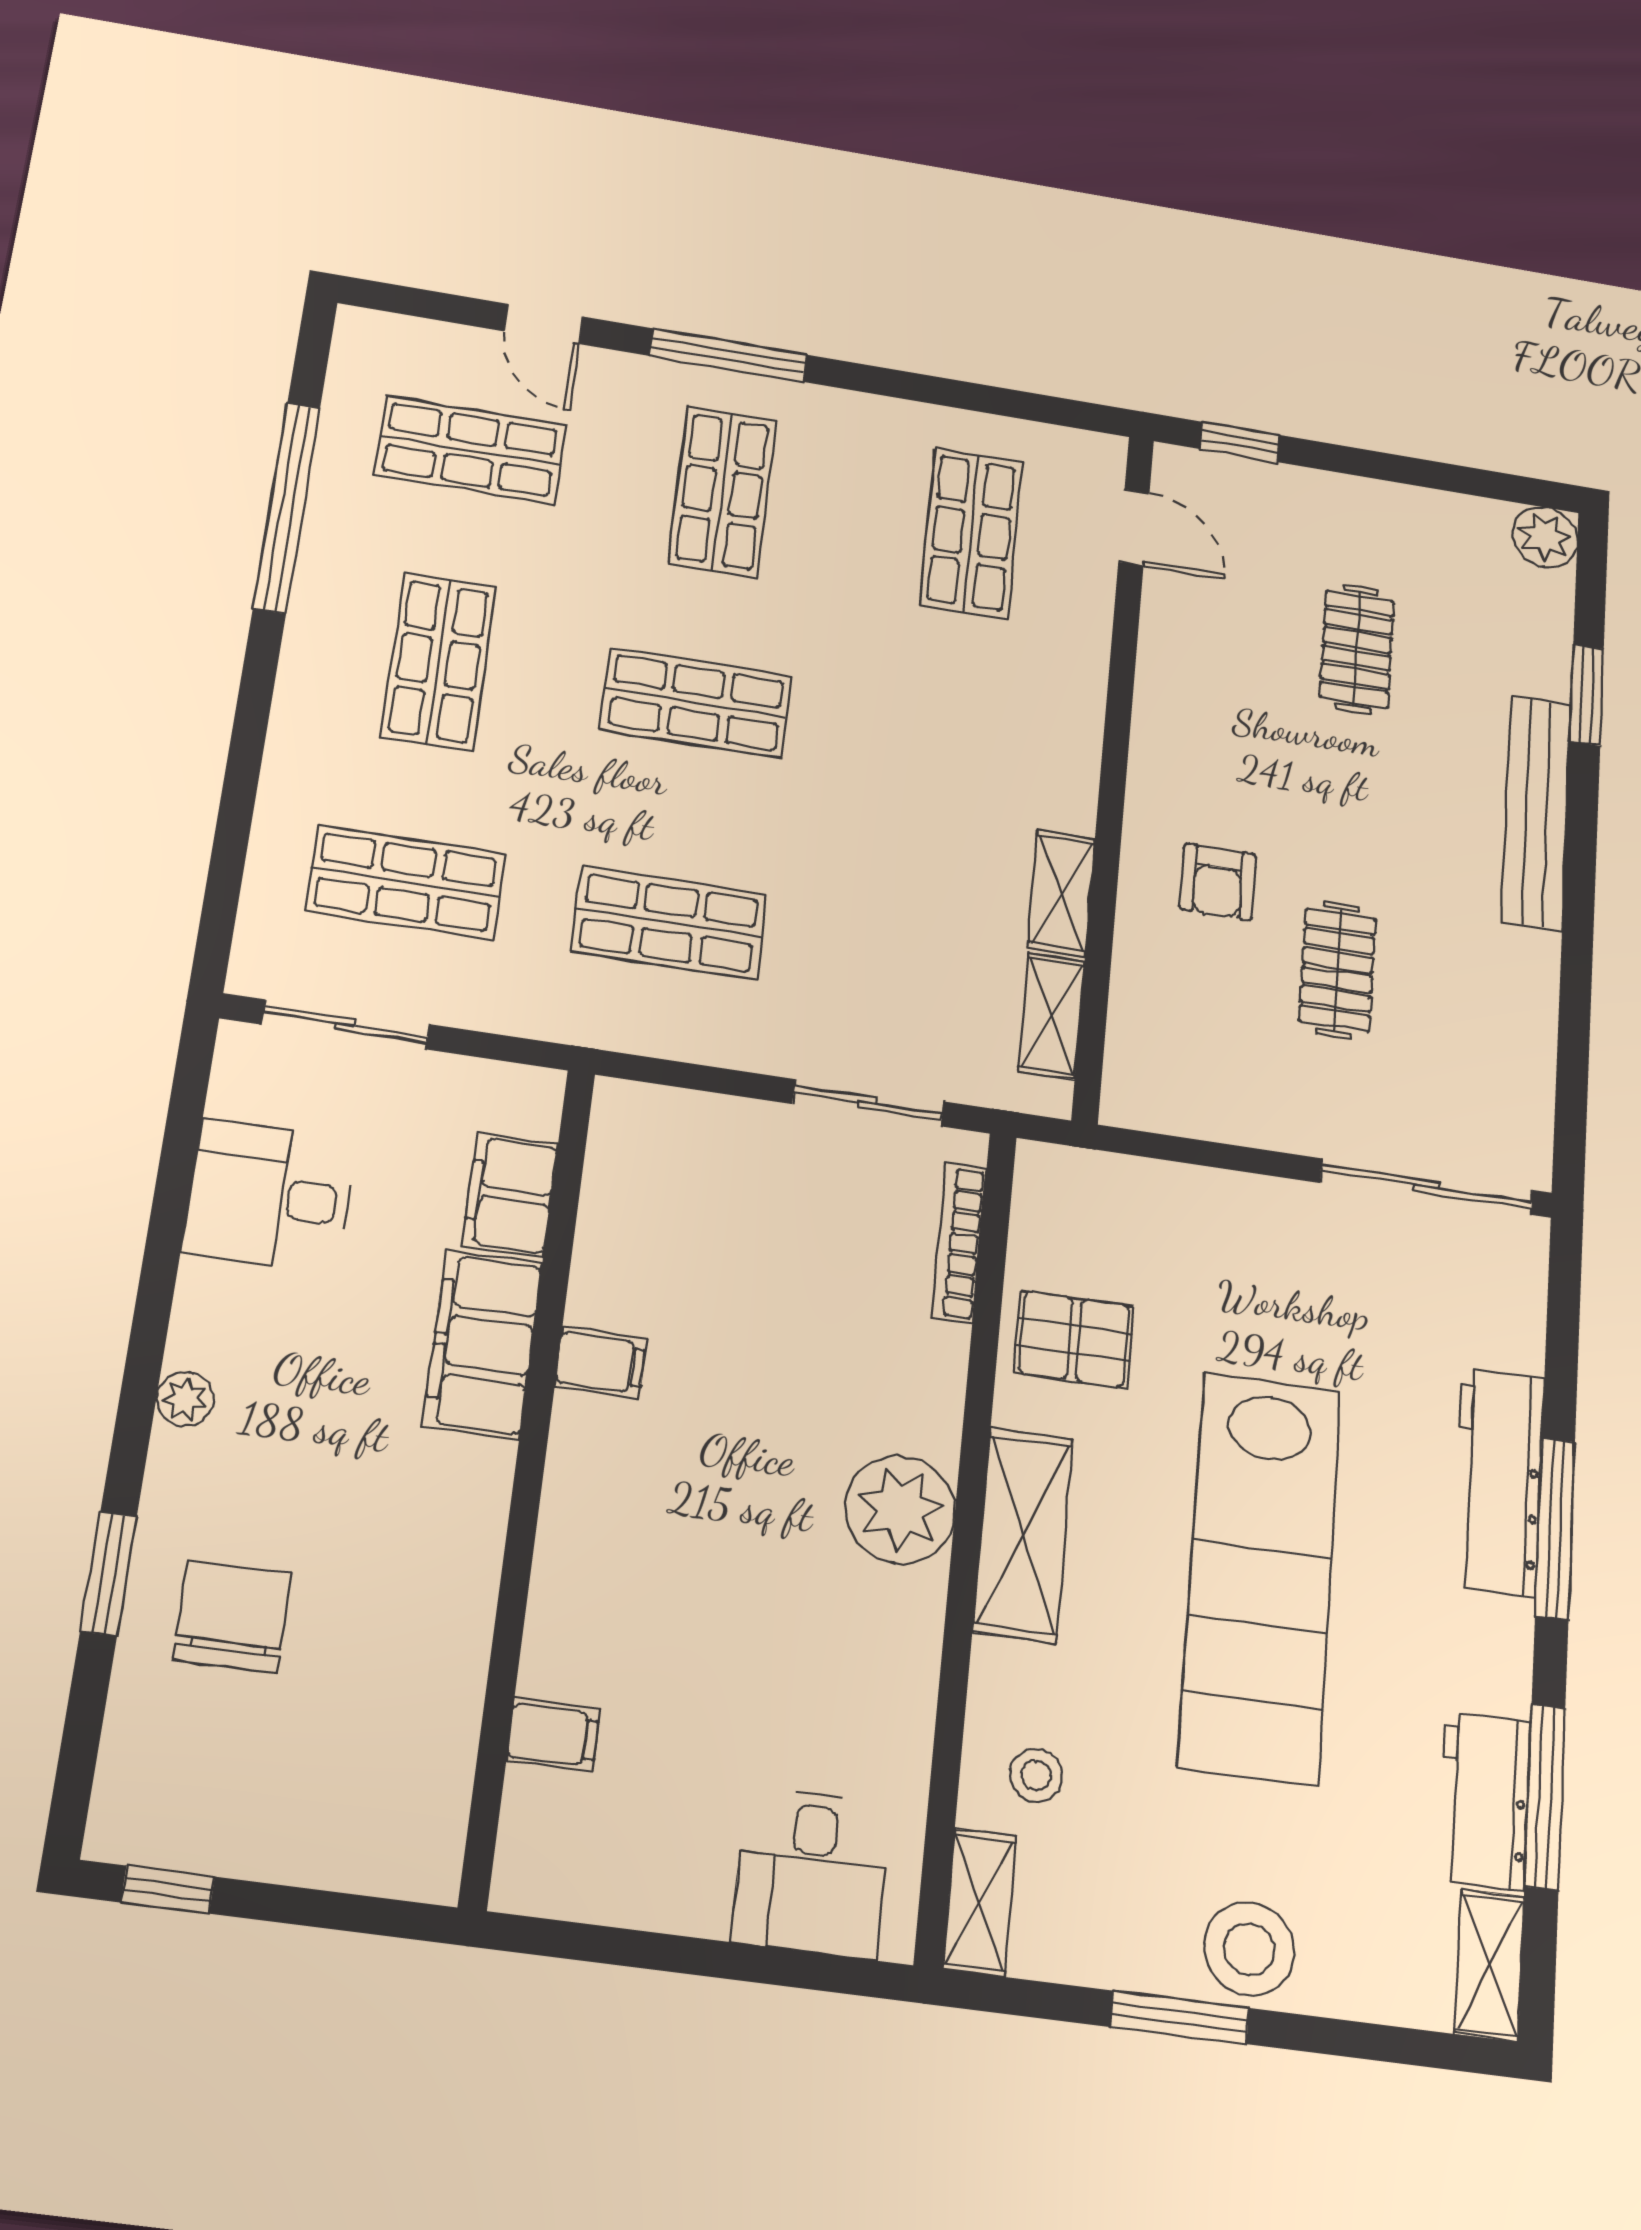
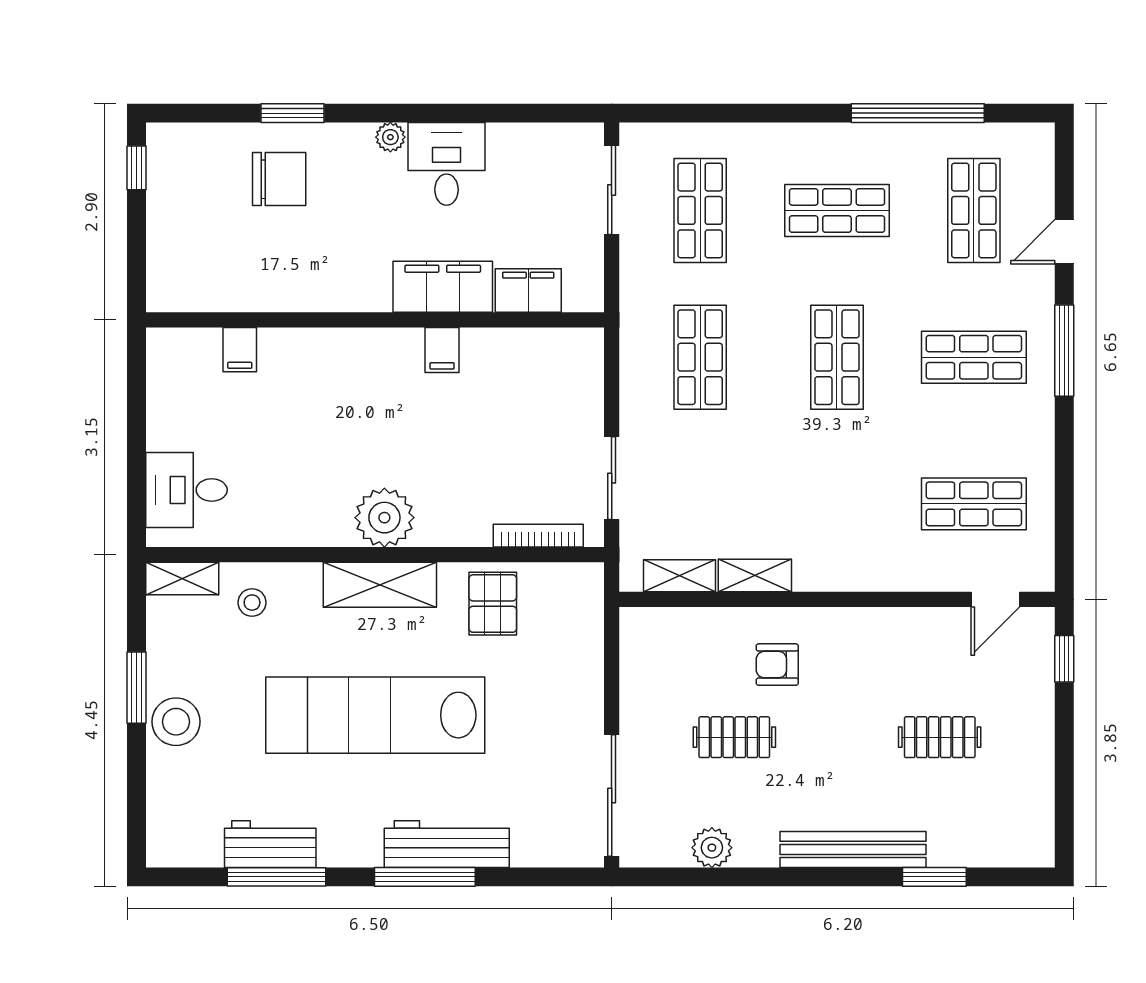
plant: (1545, 537) -> (712, 848), moved
desk: (270, 1196) -> (446, 164), moved
shelving: (1490, 1965) -> (184, 851), removed

